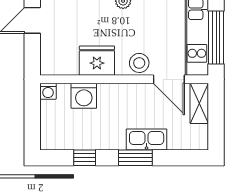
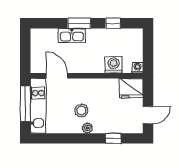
fridge: (97, 61) -> (131, 88), moved
stool: (139, 63) -> (81, 111), moved
shelving: (199, 103) -> (36, 60), removed

